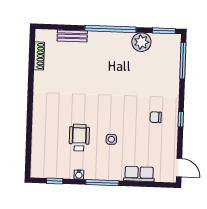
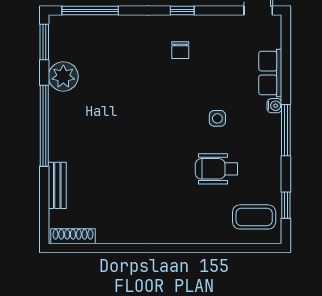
shoe rack: (39, 56) -> (73, 236), moved
coffee table: (48, 160) -> (254, 217), added
water cooler: (79, 175) -> (274, 106), moved

